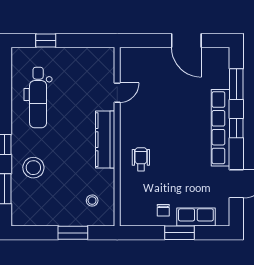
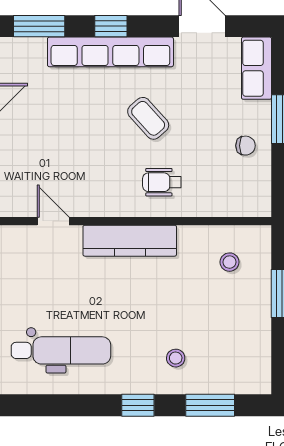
coffee table: (180, 151) -> (148, 118), added
stool: (33, 168) -> (176, 358), width x0.53, depth x0.53
row of seats: (196, 217) -> (257, 68), moved

